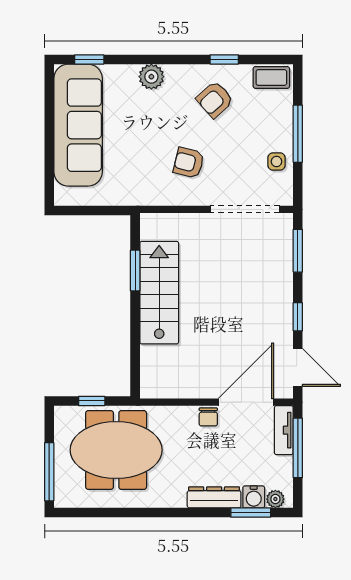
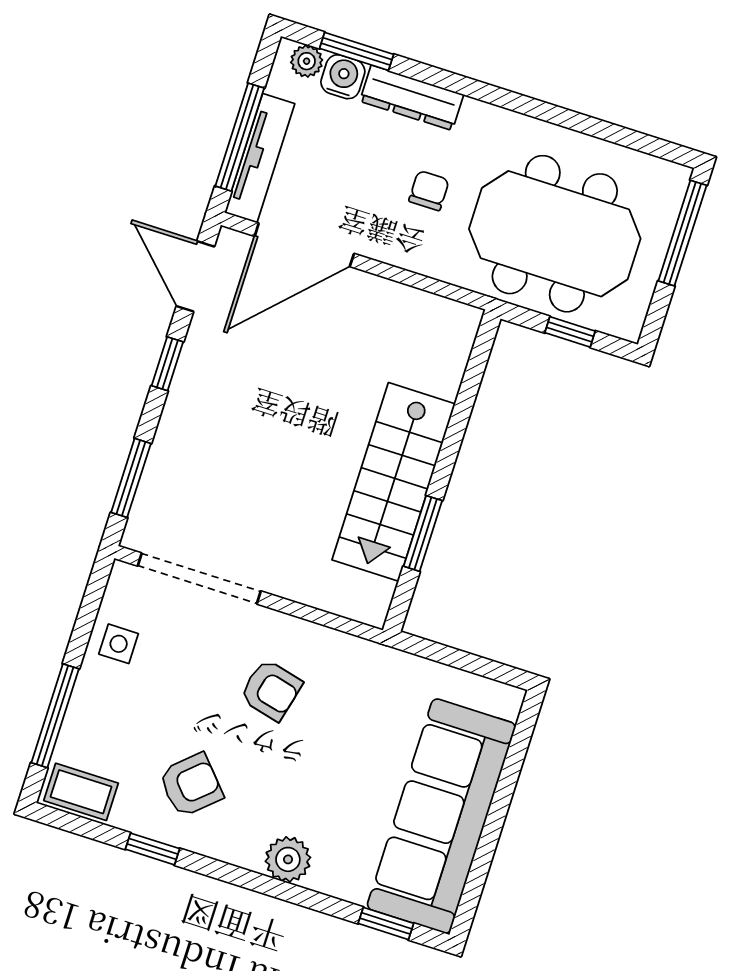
window: (298, 134) -> (55, 716), moved
chair: (208, 417) -> (429, 191), moved
tv unit: (284, 430) -> (260, 158), width x1.41

